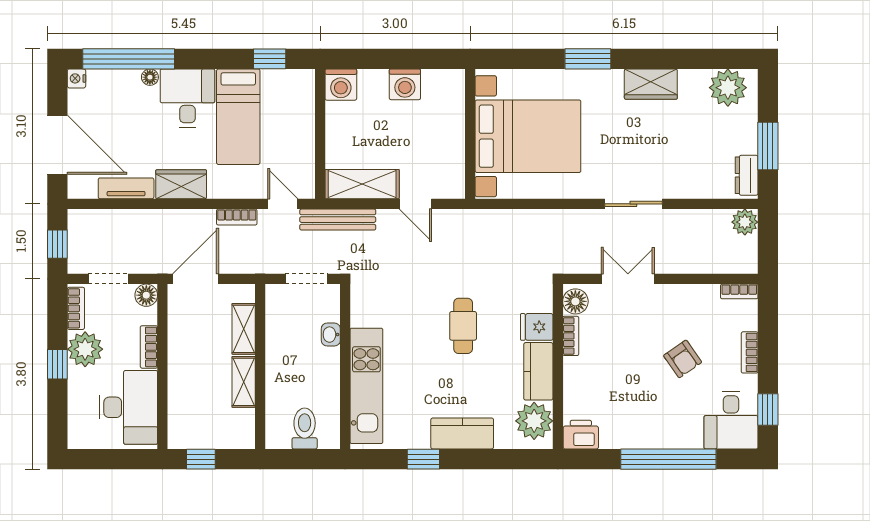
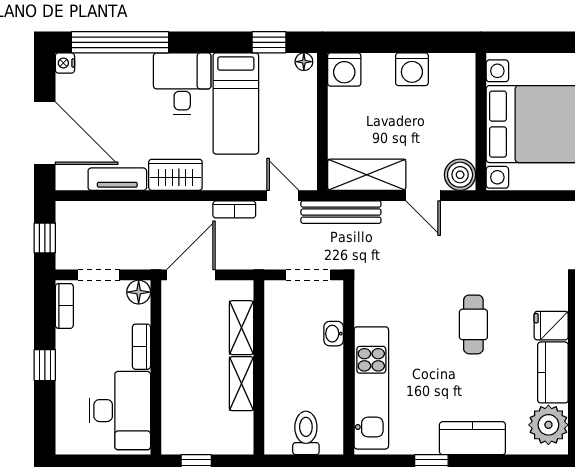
floor lamp: (150, 77) -> (304, 62), moved
boiler: (450, 184) -> (460, 175), added
plant: (85, 349) -> (74, 349), removed

